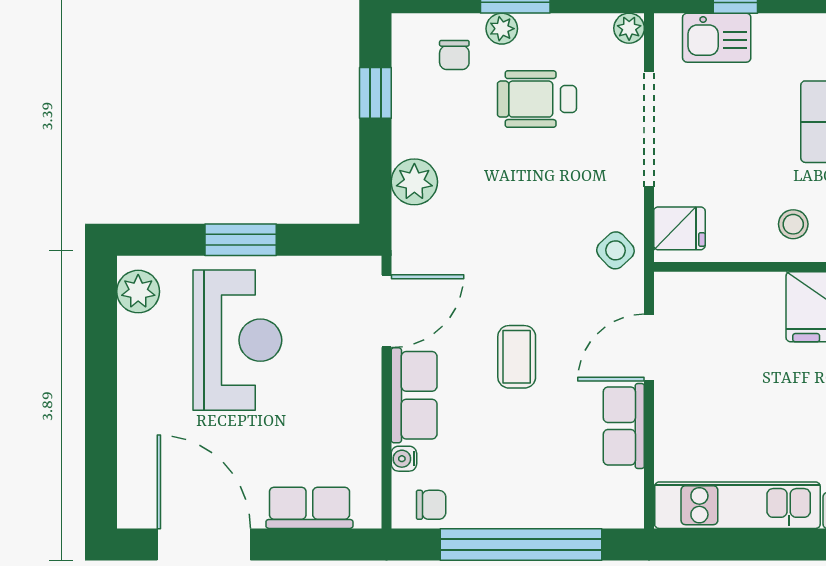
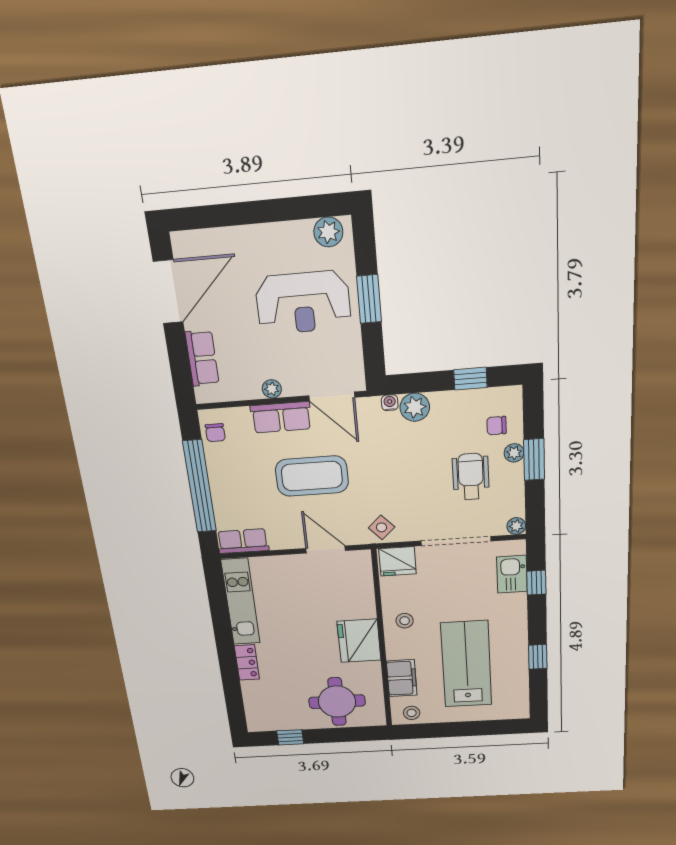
fridge: (679, 228) -> (397, 561), width x1.38
coffee table: (517, 357) -> (312, 476), width x1.86, depth x1.72
plant: (367, 404) -> (272, 389), added
row of seats: (624, 426) -> (243, 541), moved
water cooler: (404, 459) -> (390, 403), moved

